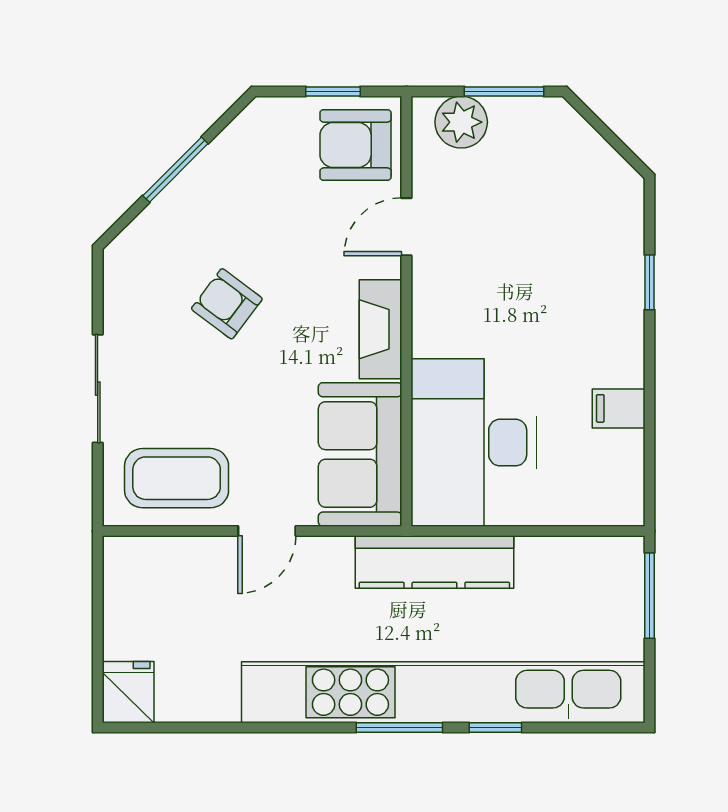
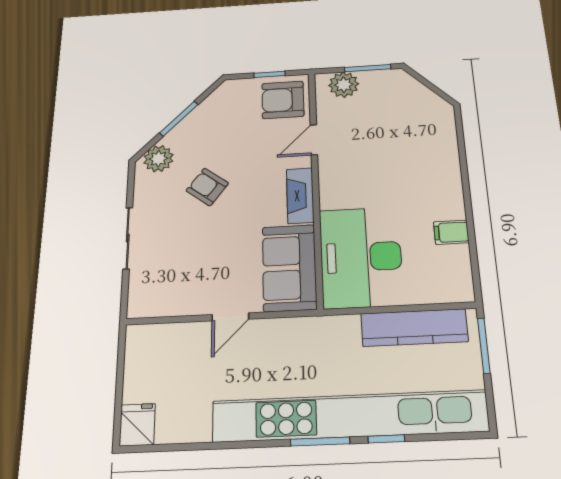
plant: (143, 245) -> (158, 159), added
window: (650, 282) -> (463, 161), removed
coffee table: (177, 478) -> (174, 288), removed
kitchen counter: (434, 562) -> (414, 328), moved

